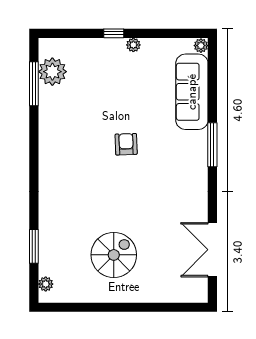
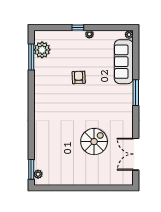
armchair: (126, 144) -> (79, 77), moved
window: (34, 246) -> (31, 169), moved
spiral stairs: (114, 255) -> (94, 142), moved

